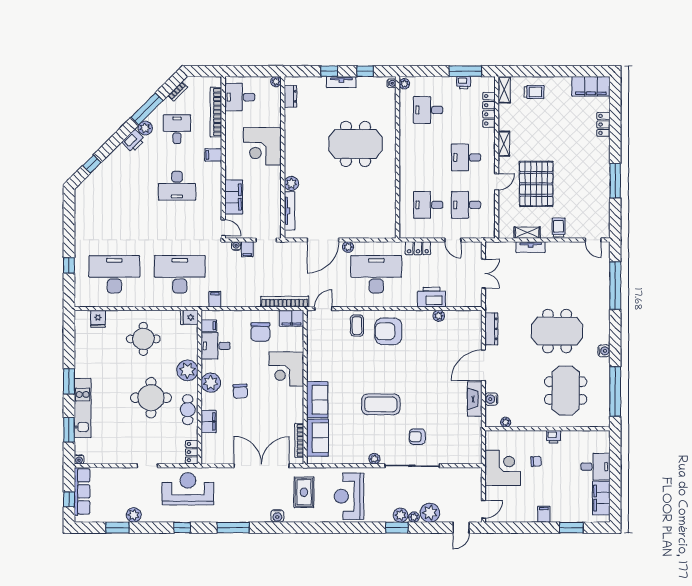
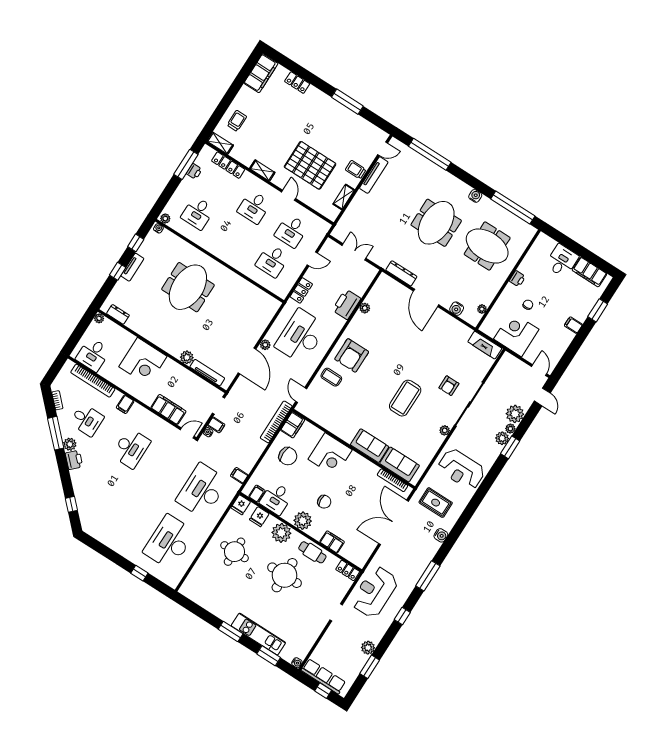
desk: (177, 129) -> (87, 420), turned 180
tv unit: (531, 247) -> (374, 175), moved, width x1.41
fridge: (98, 319) -> (259, 517), moved, turned 90
fireplace: (475, 399) -> (485, 345), moved

